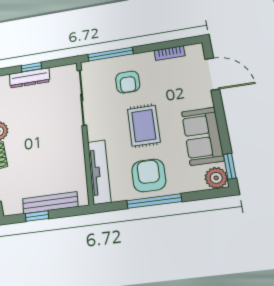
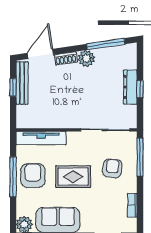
armchair: (128, 82) -> (112, 168), turned 96
armchair: (149, 175) -> (33, 175), turned -91
bench: (50, 203) -> (22, 83), moved

